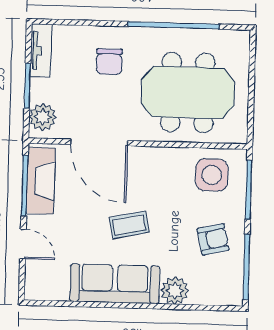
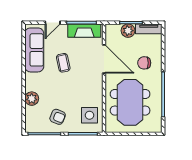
plant: (43, 117) -> (128, 31), moved
door: (99, 142) -> (104, 59), swing flipped
coffee table: (129, 225) -> (63, 63), moved
armchair: (213, 239) -> (58, 117), turned -55
sofa: (115, 284) -> (34, 50), moved

